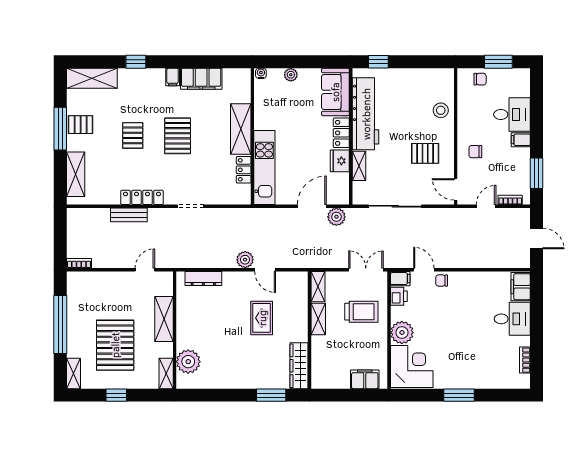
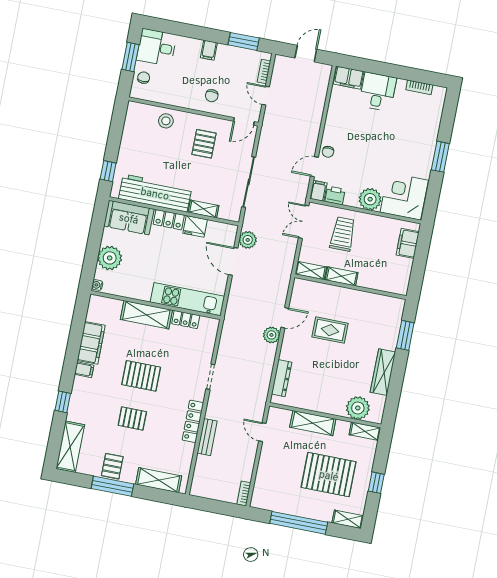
plant: (291, 75) -> (110, 258), width x1.87, depth x1.87
desk: (512, 115) -> (157, 47), moved, turned -90
wardrobe: (299, 366) -> (383, 372), moved, turned 90

